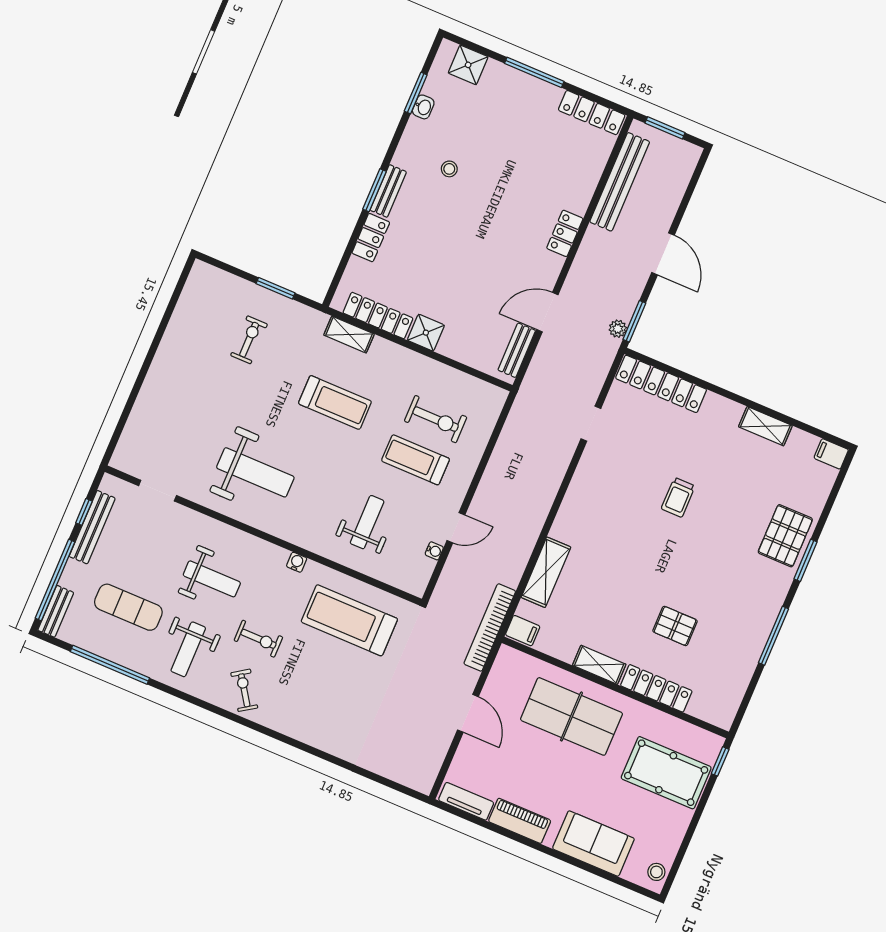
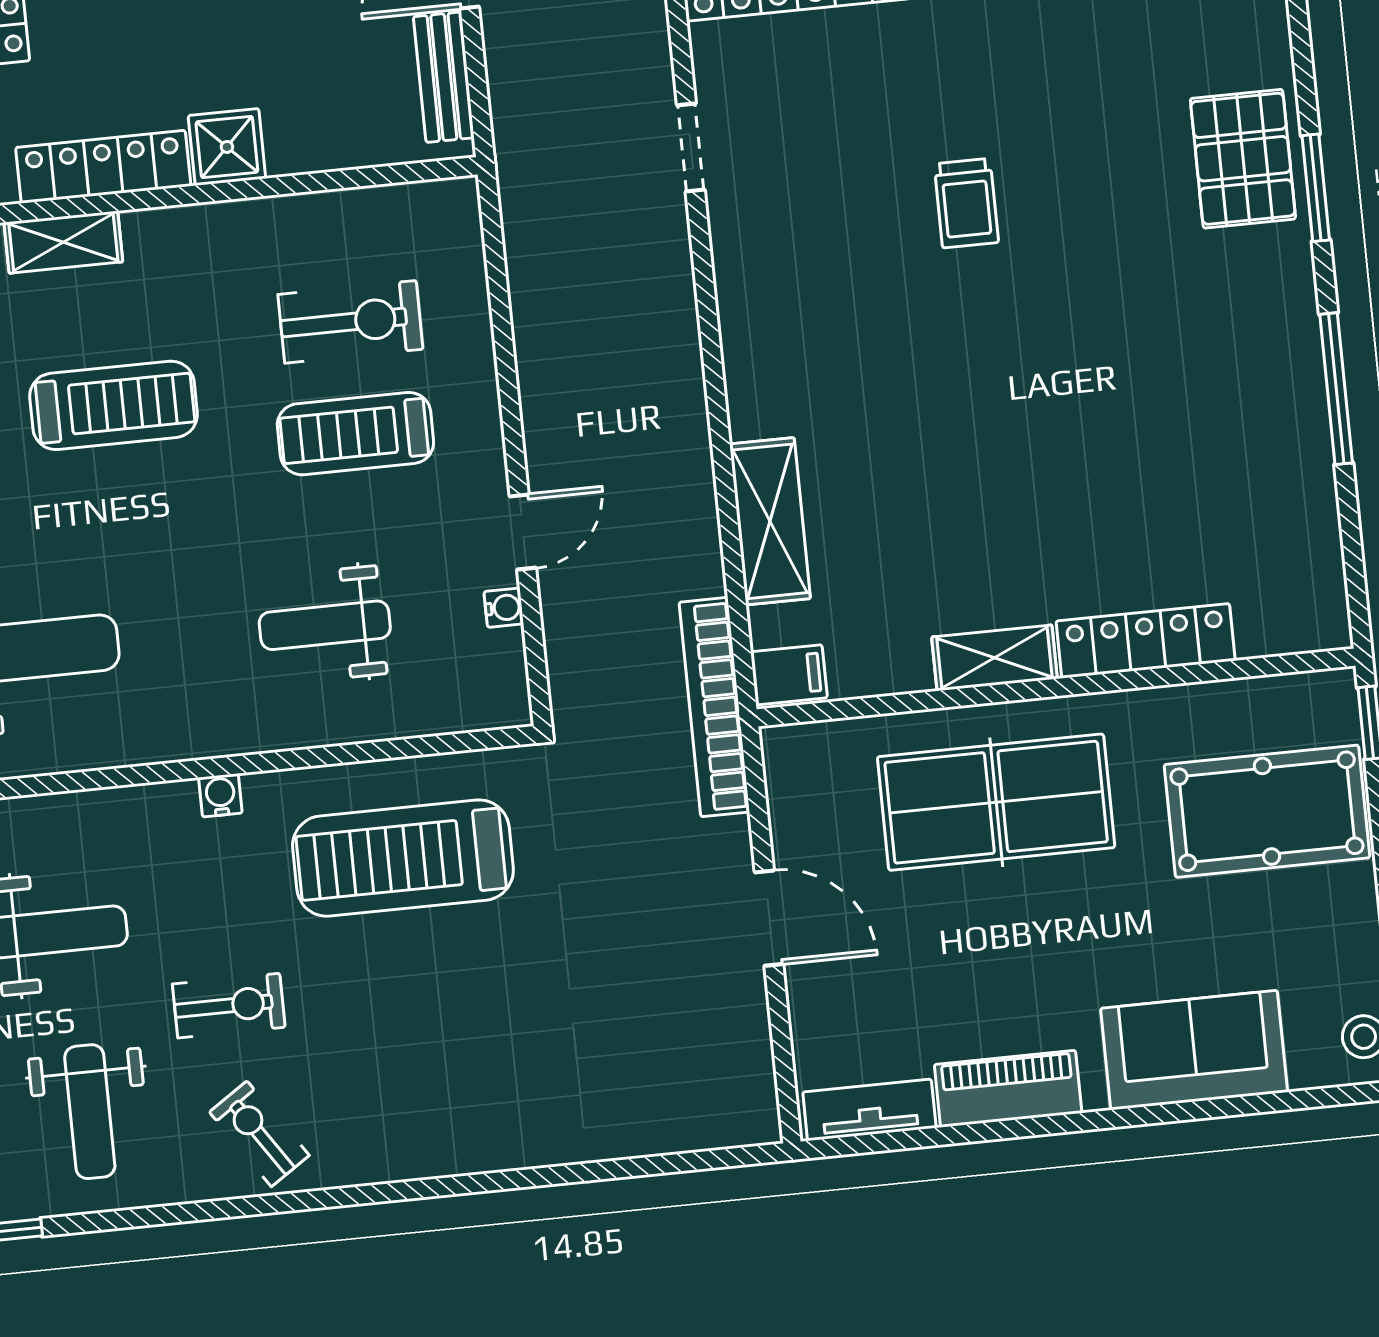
weight bench: (367, 522) -> (325, 625), turned -90
pallet: (675, 626) -> (1112, 484), removed

